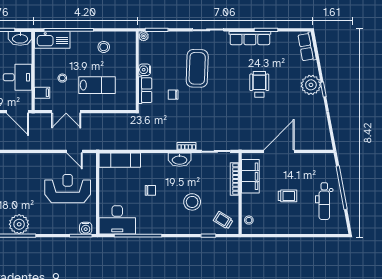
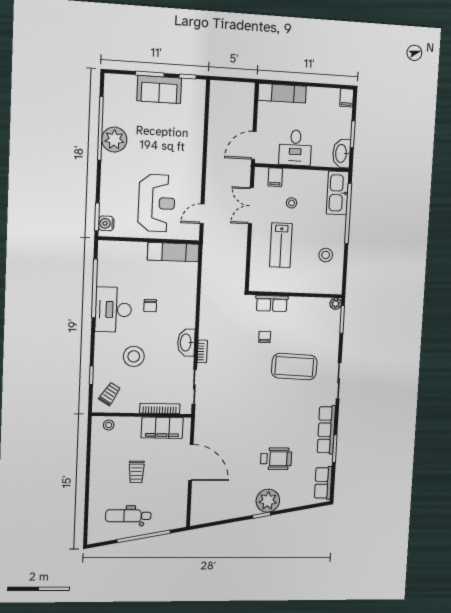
row of seats: (307, 47) -> (323, 483), moved, turned -80
water cooler: (145, 70) -> (296, 303), removed
wheelchair: (259, 84) -> (276, 459), moved
exam couch: (120, 160) -> (173, 252), moved, turned -90
desk: (117, 220) -> (113, 310), moved

